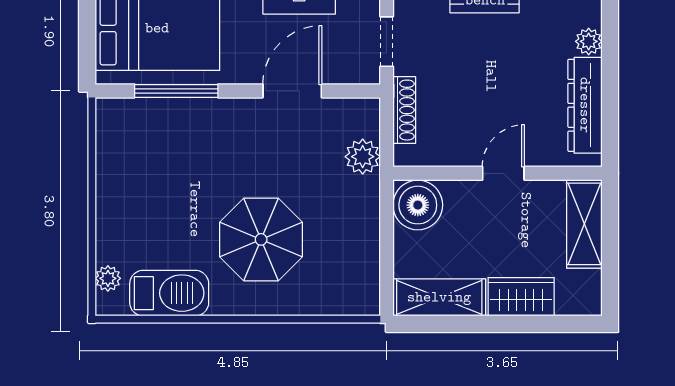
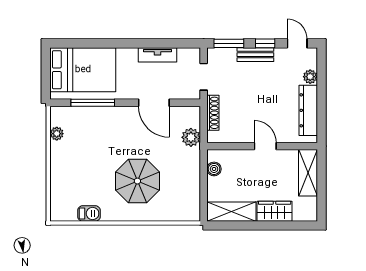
door: (292, 91) -> (154, 103), swing flipped
door: (503, 173) -> (265, 146), hinge flipped
boiler: (418, 205) -> (214, 169), width x0.54, depth x0.54
plant: (108, 278) -> (57, 134), moved
barbecue: (169, 293) -> (89, 213), width x0.53, depth x0.65

